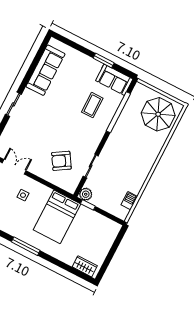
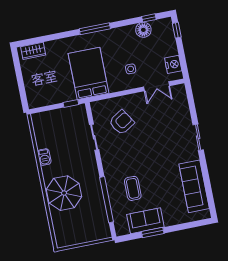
sofa: (114, 80) -> (145, 221), moved
parasol: (158, 114) -> (64, 193), moved
plant: (86, 194) -> (80, 111), removed
barbecue: (129, 201) -> (44, 157), moved

